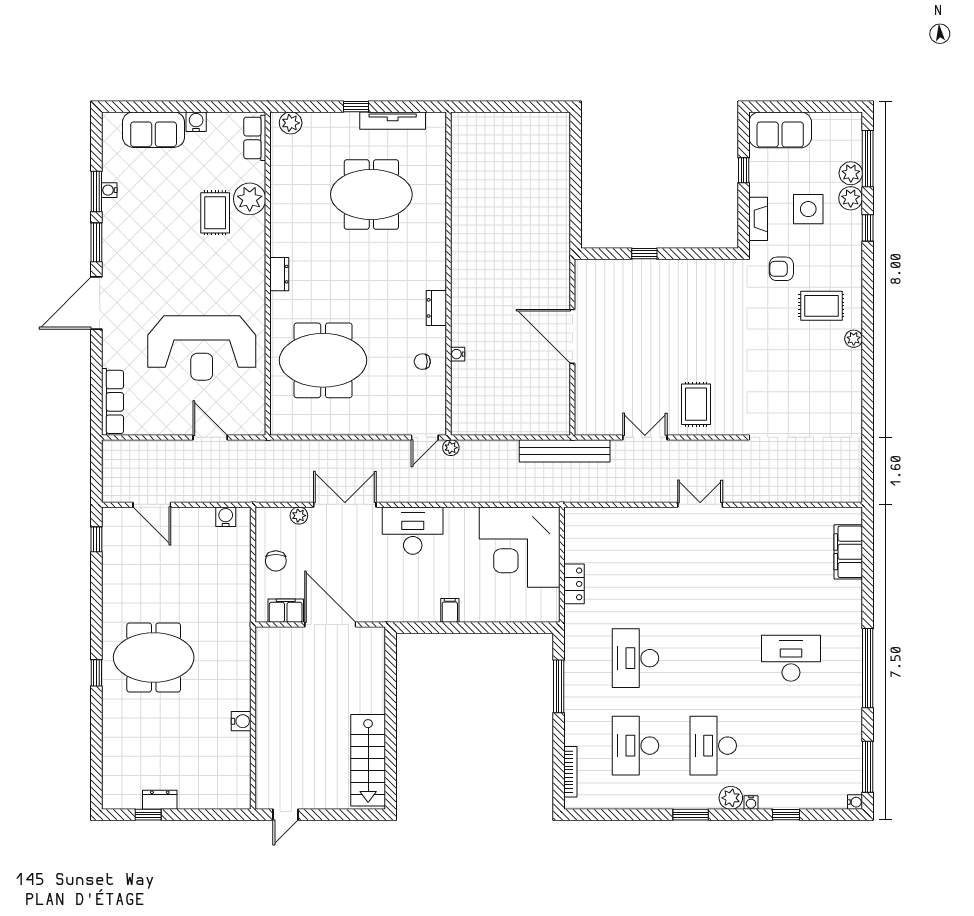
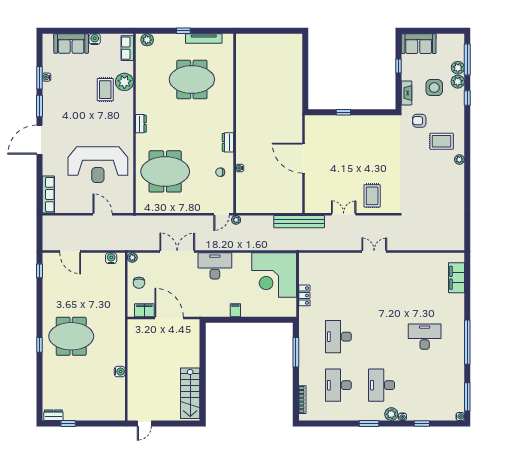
plant: (299, 516) -> (132, 258), moved
dresser: (160, 800) -> (53, 415), moved

